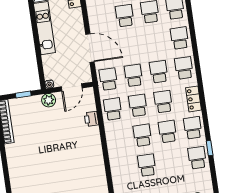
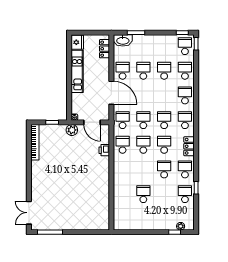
door: (72, 87) -> (92, 122), hinge flipped
school desk: (142, 135) -> (123, 71), moved

